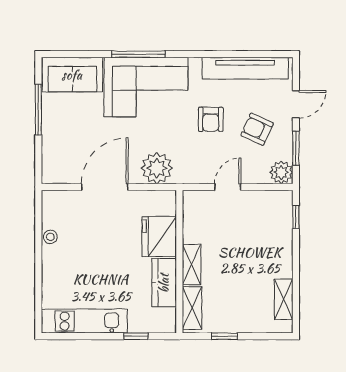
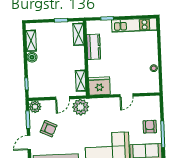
armchair: (211, 119) -> (150, 127), moved
plant: (157, 168) -> (81, 107), moved
door: (105, 187) -> (126, 95), width x0.53
fridge: (159, 237) -> (99, 86), moved, turned -90
shelving: (192, 265) -> (81, 81), moved
boiler: (283, 268) -> (32, 57), added

